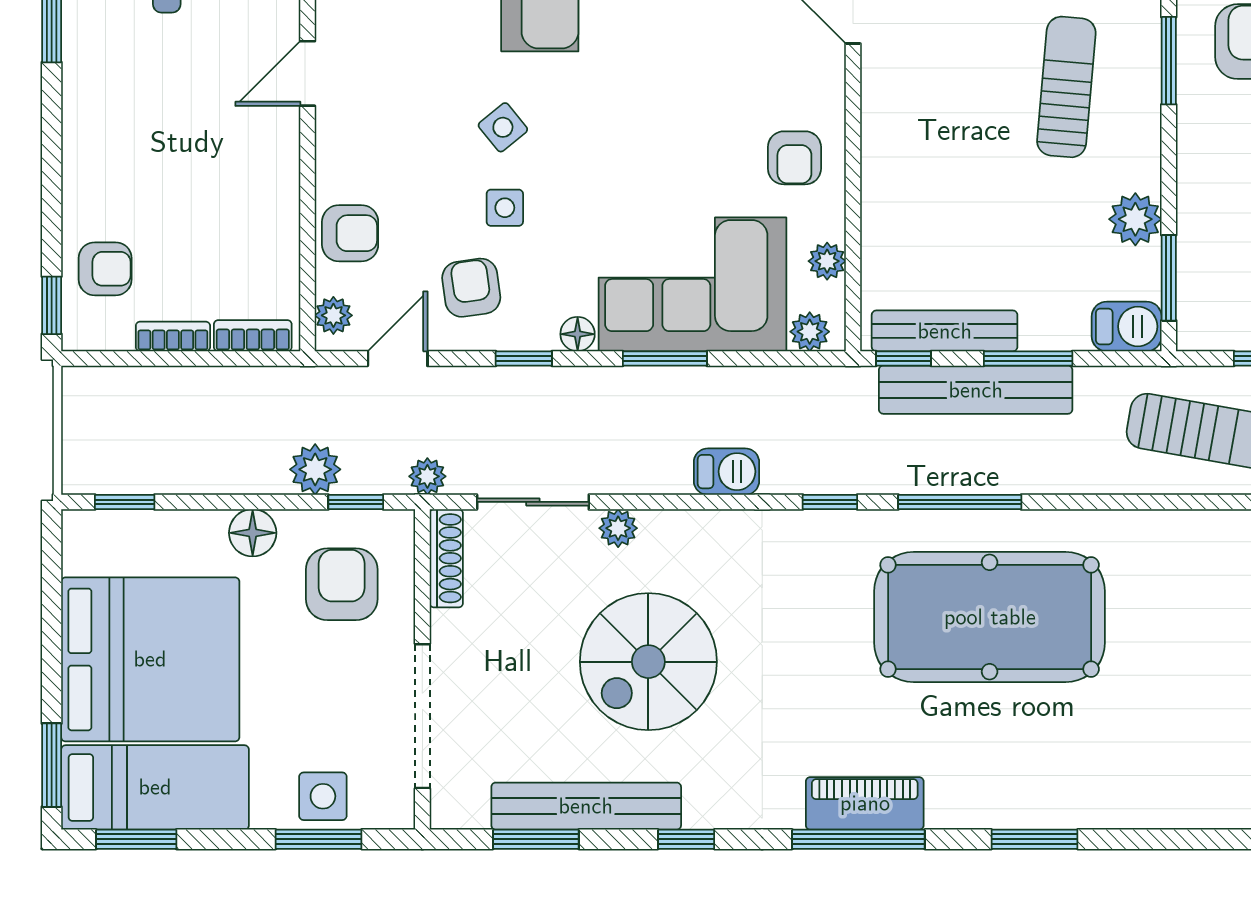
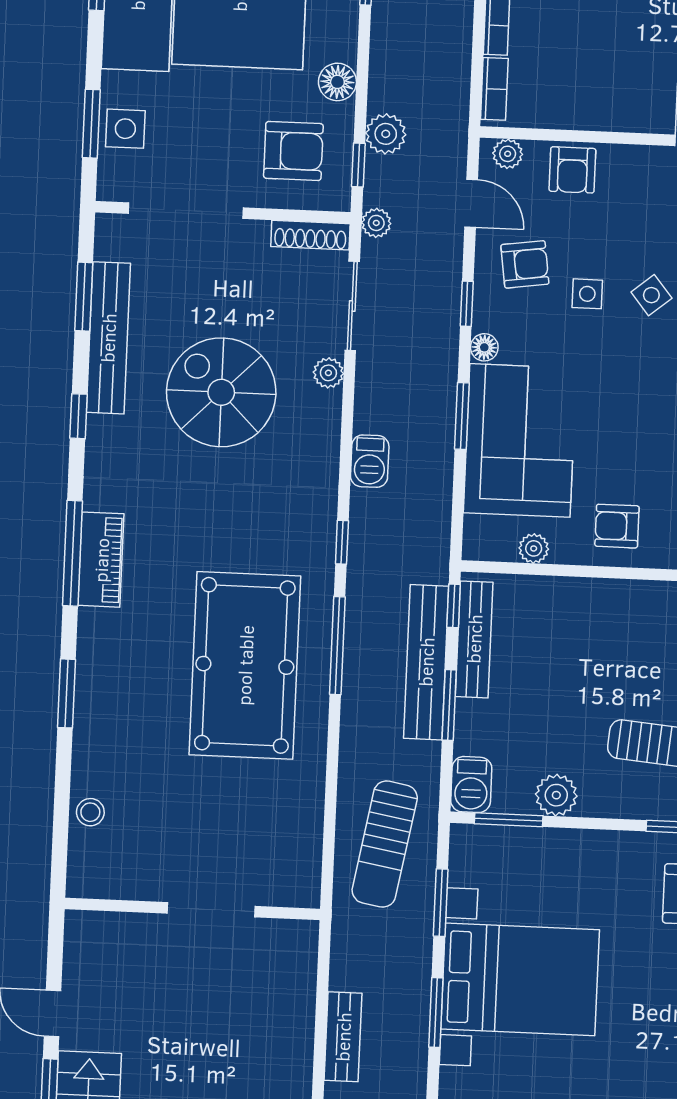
plant: (810, 332) -> (478, 532), removed
stool: (1182, 803) -> (90, 812), added

